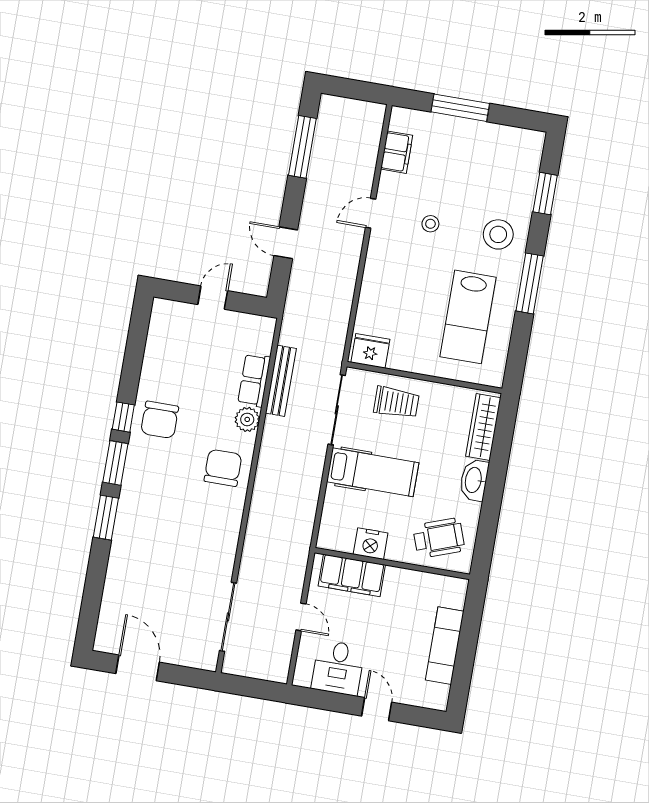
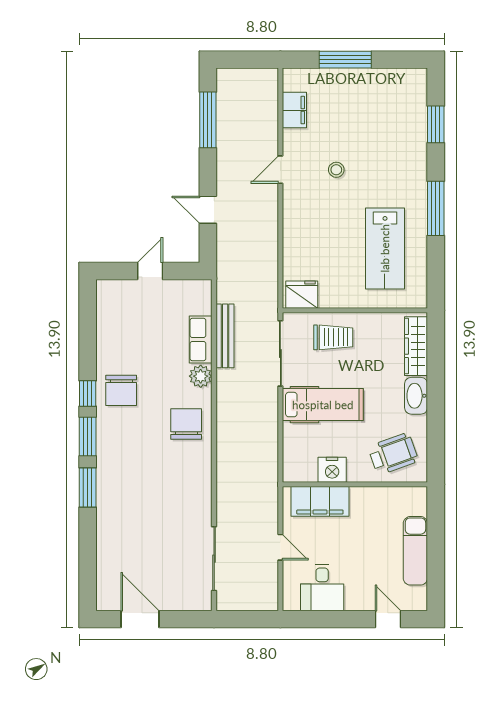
stool: (498, 234) -> (400, 169), removed
door: (377, 709) -> (388, 619), moved

